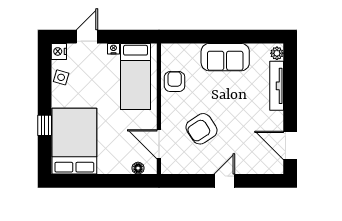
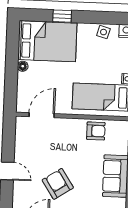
armchair: (202, 129) -> (58, 184), moved
floor lamp: (138, 168) -> (23, 66), moved

